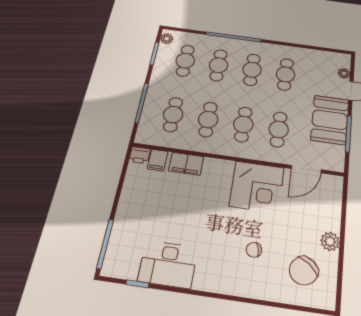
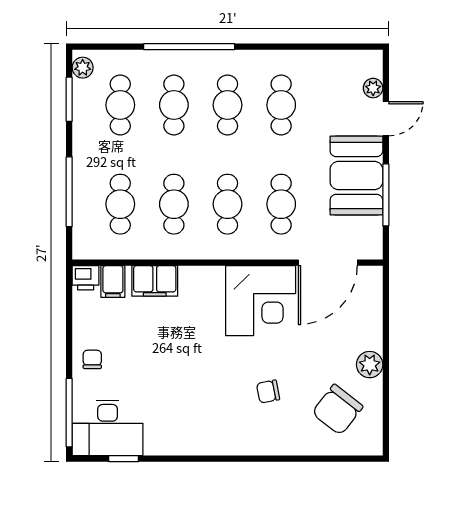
door: (306, 169) -> (328, 263), width x1.36
chair: (131, 209) -> (92, 359), added
desk: (168, 264) -> (108, 428), moved

